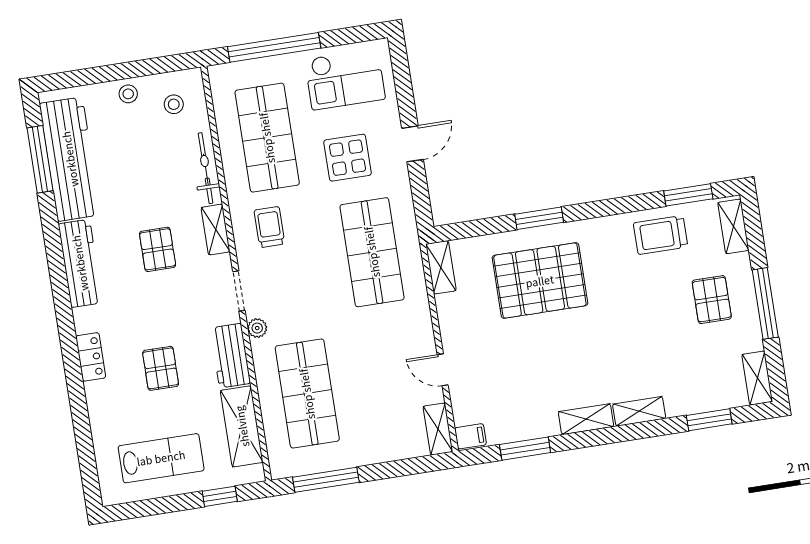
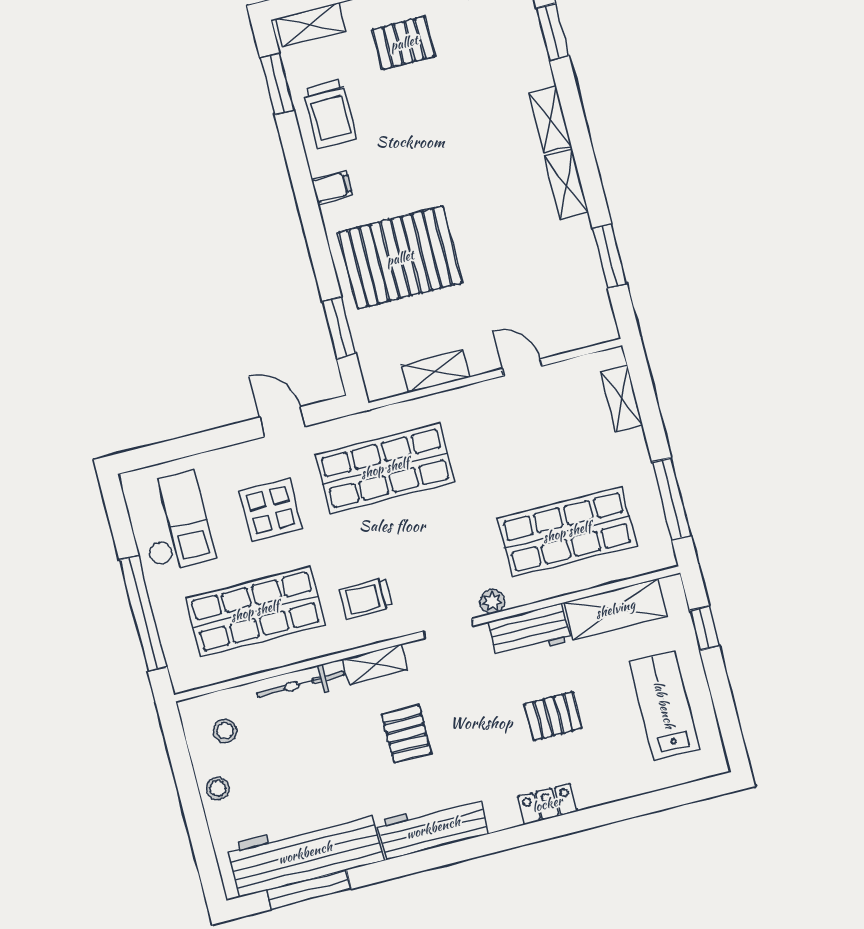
door: (413, 144) -> (283, 422), moved
window: (539, 218) -> (339, 327), moved
pallet: (158, 249) -> (406, 734), turned 90
shelving: (441, 267) -> (436, 371), moved
pallet: (540, 281) -> (400, 258), turned 90
door: (443, 370) -> (522, 367), swing flipped
shelving: (438, 429) -> (622, 398), moved, turned 90
filing cabinet: (470, 436) -> (332, 187), moved, turned 90

